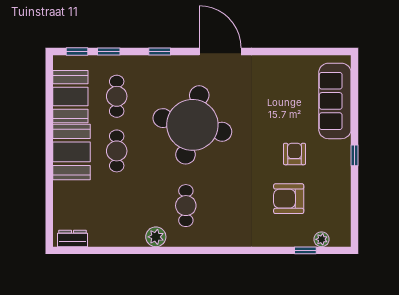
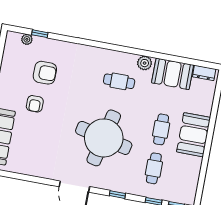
booth: (70, 97) -> (173, 74), moved, turned 90
cafe table: (186, 206) -> (119, 81), turned 90

